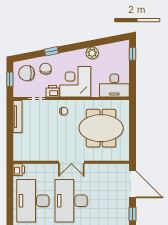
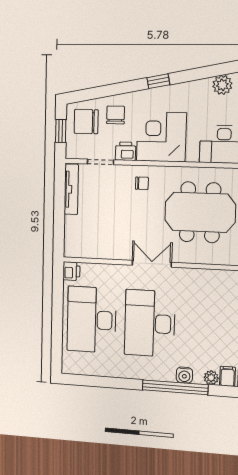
window: (51, 51) -> (158, 81), moved
plant: (92, 53) -> (222, 85), moved
double door: (71, 162) -> (152, 264), swing flipped

